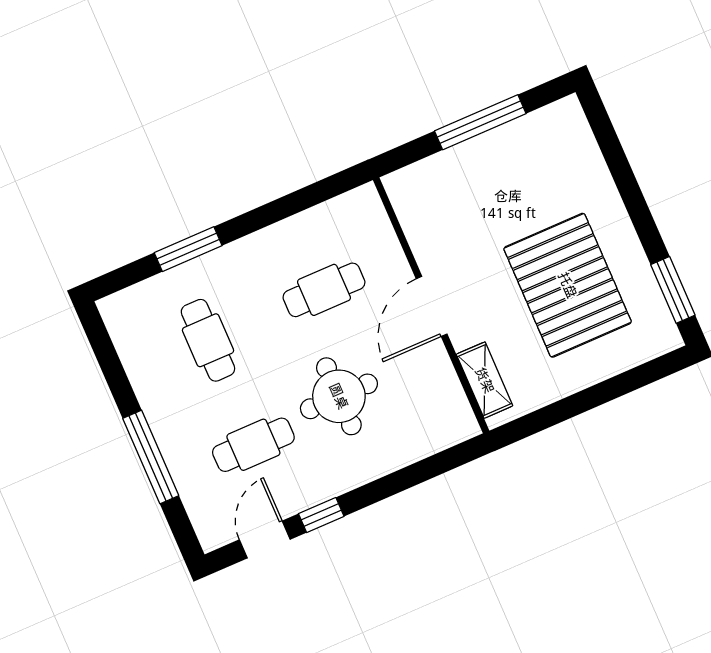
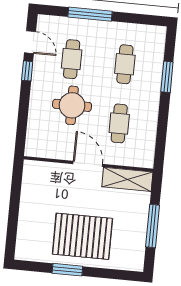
pallet: (568, 285) -> (82, 236), moved
window: (673, 290) -> (67, 270), moved
cafe table: (208, 340) -> (125, 64), turned 90
shelving: (485, 380) -> (127, 179), moved, width x1.50, depth x1.33

